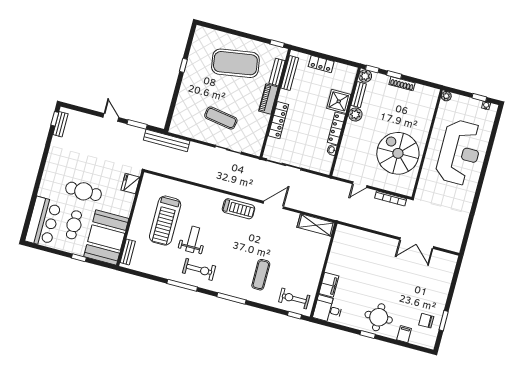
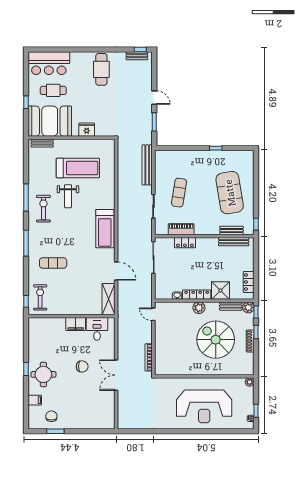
locker: (321, 64) -> (249, 282), moved
piano: (268, 99) -> (181, 229), moved
plant: (355, 115) -> (199, 308), moved
door: (111, 117) -> (154, 98), hinge flipped
locker: (278, 120) -> (185, 243), width x0.66
bench: (167, 140) -> (147, 165), moved
spiral stairs: (398, 153) -> (216, 340), moved, turned -90
fridge: (130, 184) -> (87, 130), moved
door: (360, 185) -> (153, 314), moved
cafe table: (84, 191) -> (101, 69), moved
door: (273, 205) -> (116, 271), moved
treadmill: (238, 209) -> (105, 229), width x1.37, depth x1.37
treadmill: (165, 221) -> (78, 168), turned 180
weight bench: (193, 239) -> (68, 196), turned 90
double door: (417, 243) -> (116, 375), moved
exercise bike: (199, 269) -> (43, 209), turned 180
chair: (381, 273) -> (82, 366), added
filing cabinet: (329, 285) -> (76, 324), moved
desk: (328, 309) -> (97, 329), moved

